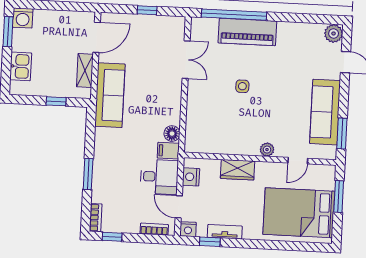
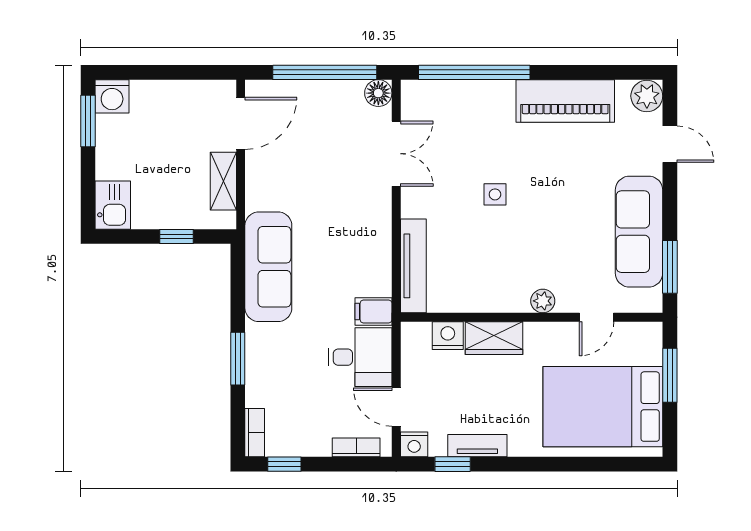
window: (147, 10) -> (325, 72), width x3.17
piano: (247, 32) -> (565, 101), moved
kitchen sink: (21, 66) -> (113, 205), moved
sofa: (110, 95) -> (268, 267), moved
tv unit: (193, 125) -> (413, 266), added
floor lamp: (172, 134) -> (378, 93), moved
nightstand: (191, 177) -> (448, 336), moved, turned 90

